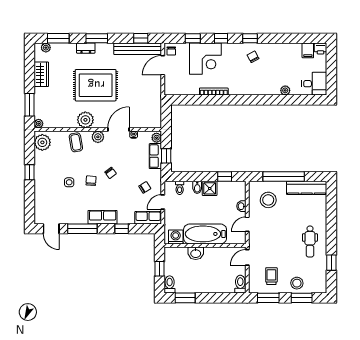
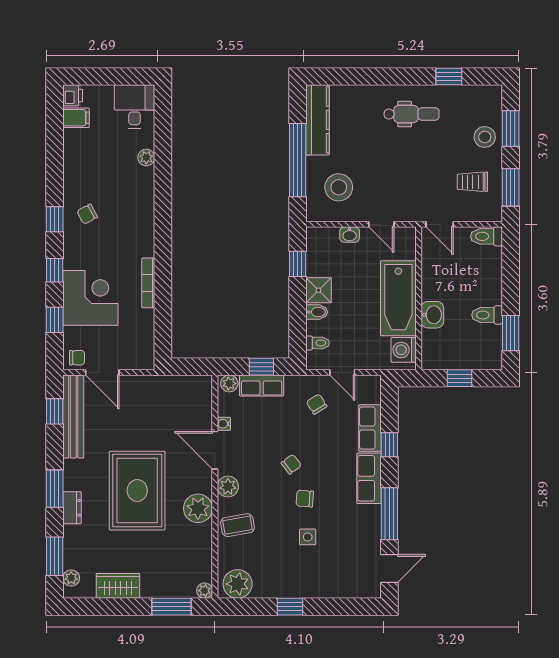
row of seats: (148, 218) -> (370, 428), moved
toilet: (170, 284) -> (487, 315), moved

